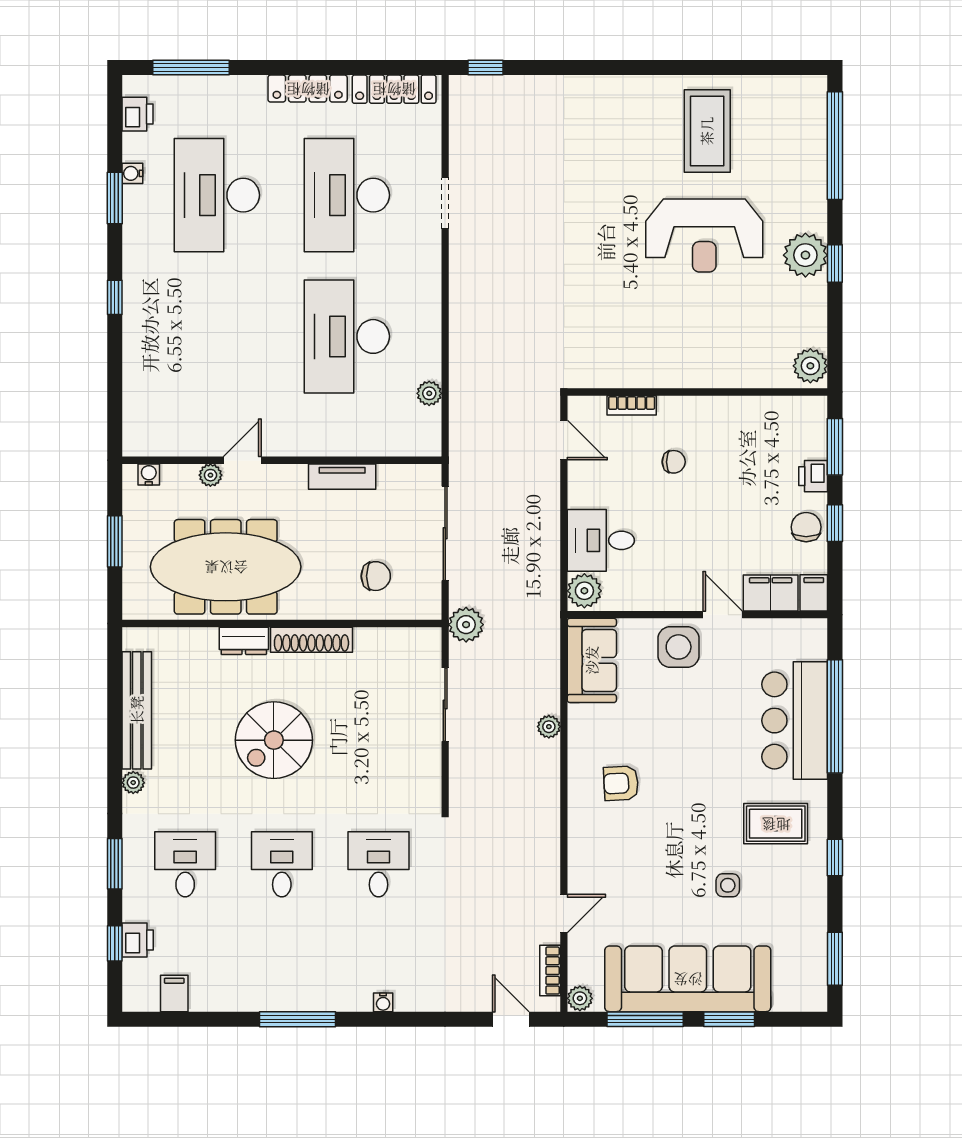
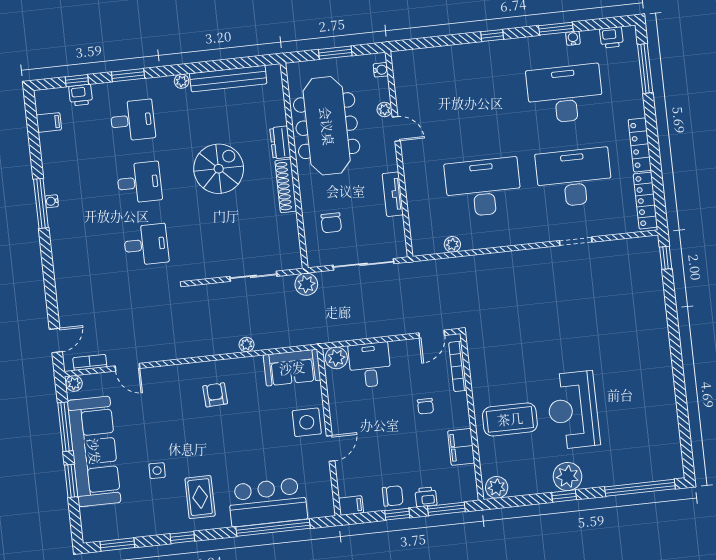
coffee table: (707, 131) -> (510, 419), moved
bookcase: (632, 405) -> (458, 366), width x1.56
filing cabinet: (771, 593) -> (461, 447), moved, turned 180
spiral stairs: (274, 740) -> (219, 169), turned 90
water cooler: (383, 1002) -> (52, 201), moved

